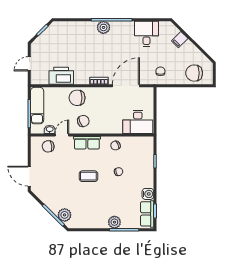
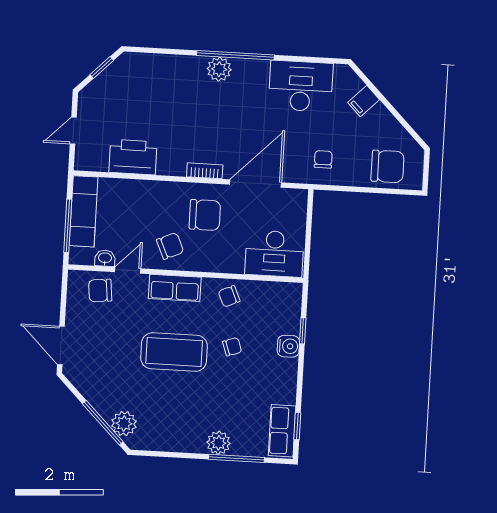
desk: (146, 34) -> (301, 86), width x1.37
chair: (194, 73) -> (388, 166), turned 180
chair: (77, 98) -> (205, 215), moved, turned 180
coffee table: (88, 176) -> (174, 352), width x1.86, depth x1.72
water cooler: (148, 194) -> (288, 346), moved

